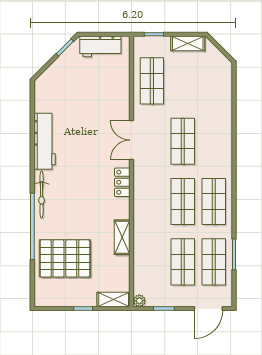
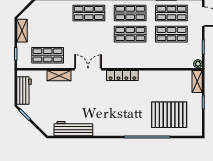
double door: (132, 140) -> (88, 69), swing flipped
workbench: (45, 141) -> (73, 129), moved
shop shelf: (183, 141) -> (89, 13), moved
locker: (122, 182) -> (122, 76), width x1.53
bicycle: (42, 195) -> (125, 131), removed
shelving: (122, 237) -> (59, 76), moved
pallet: (65, 258) -> (169, 115), turned 90

